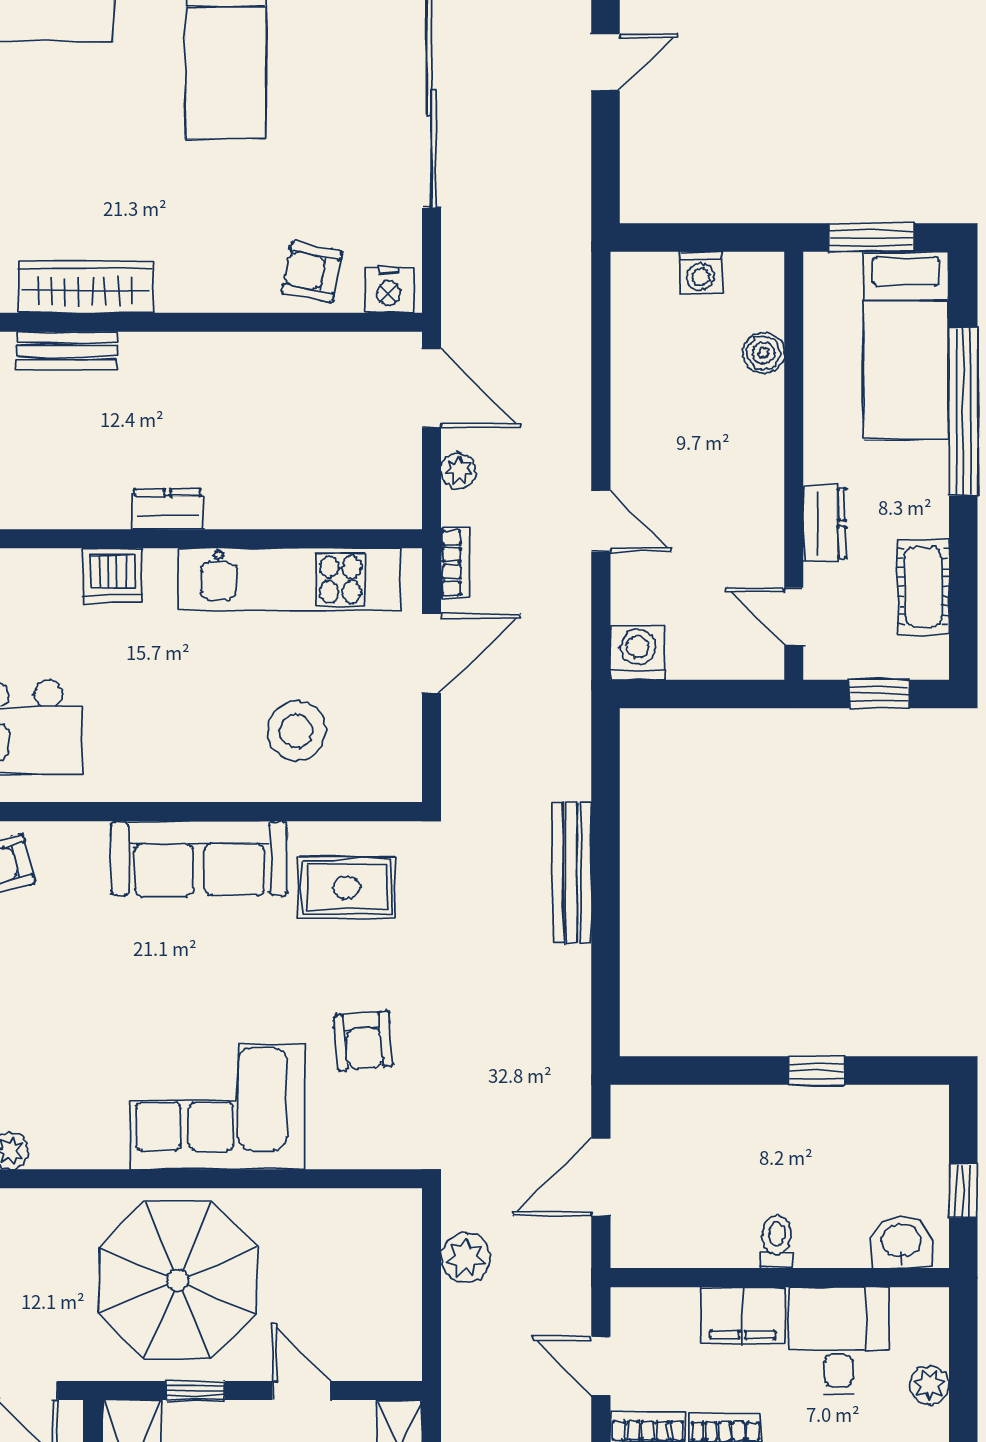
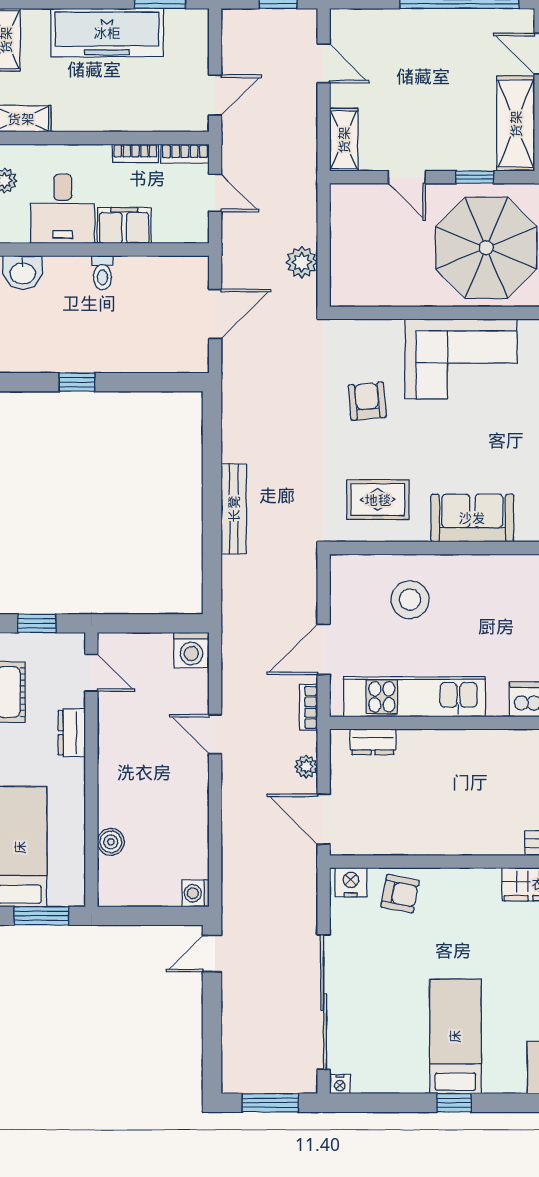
door: (606, 62) -> (212, 954), moved
washing machine: (700, 273) -> (196, 893), moved, turned -90
dresser: (168, 509) -> (373, 742), moved
sofa: (199, 858) -> (472, 518), width x0.73

